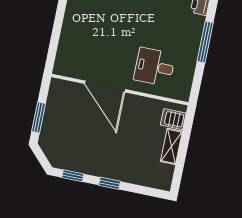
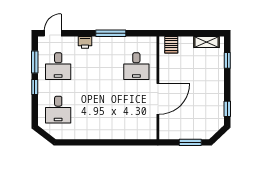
shelving: (171, 146) -> (207, 42), moved
window: (109, 183) -> (227, 60), moved

